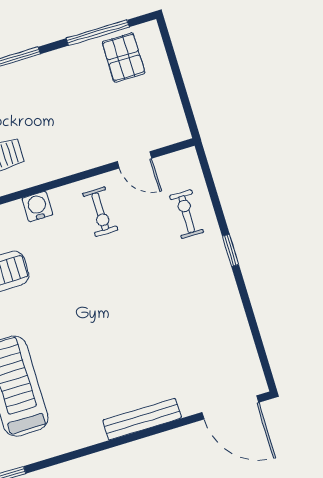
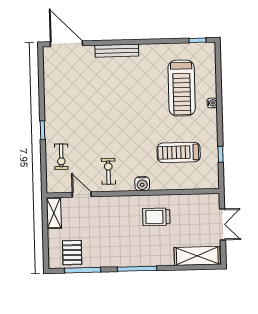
shelving: (173, 116) -> (54, 213), added

